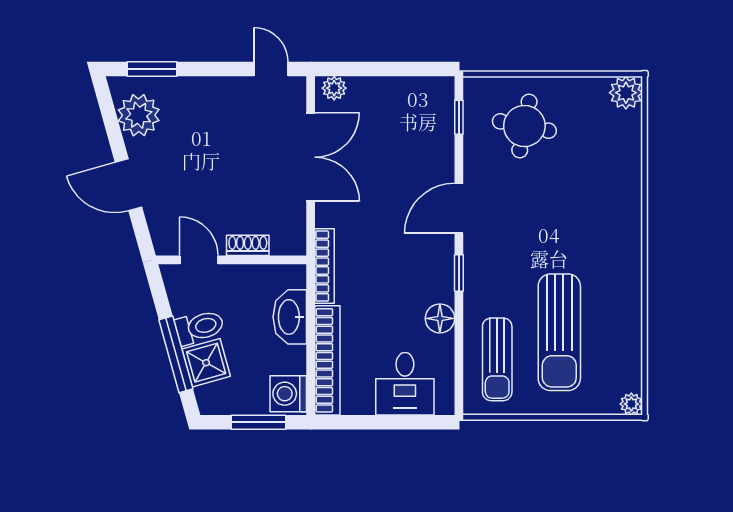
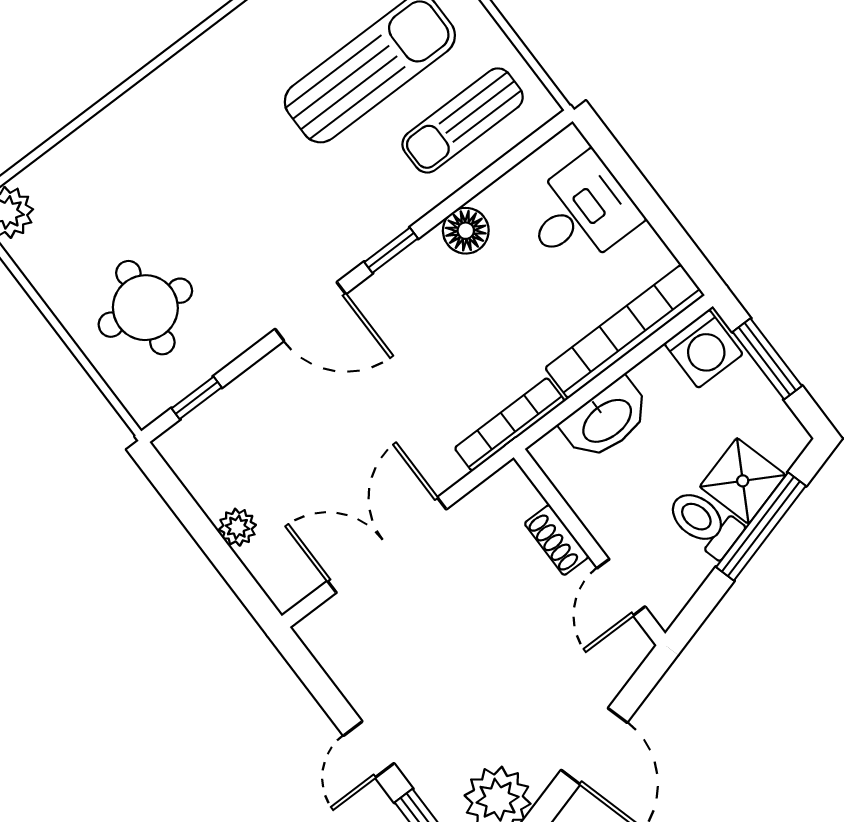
door: (271, 69) -> (369, 749), moved
plant: (334, 88) -> (237, 527), moved
sun lounger: (497, 359) -> (463, 120), turned 180

